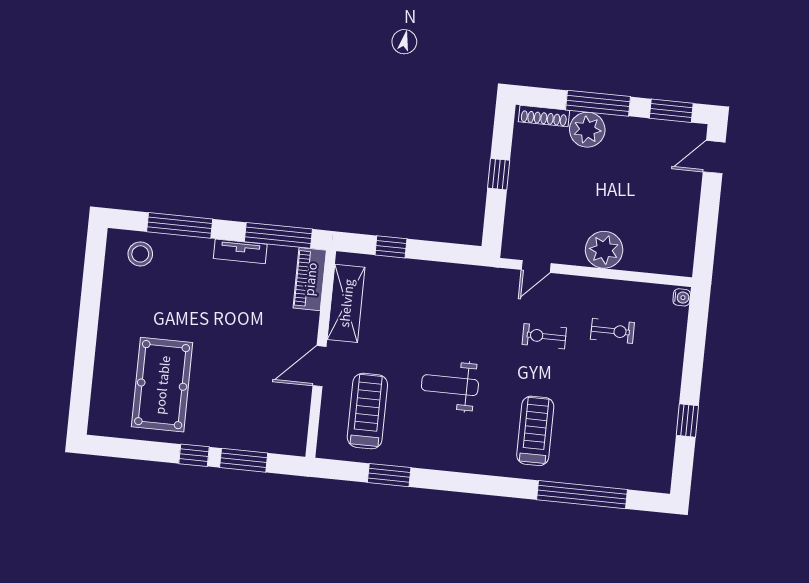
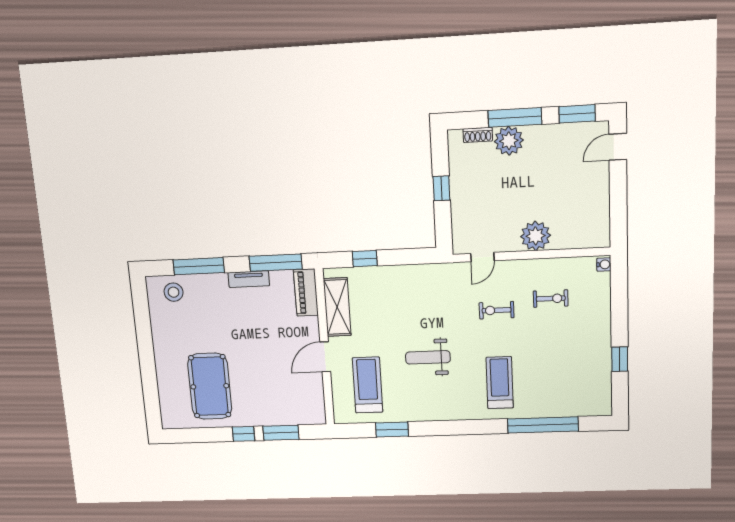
shoe rack: (544, 116) -> (478, 135), width x0.70

